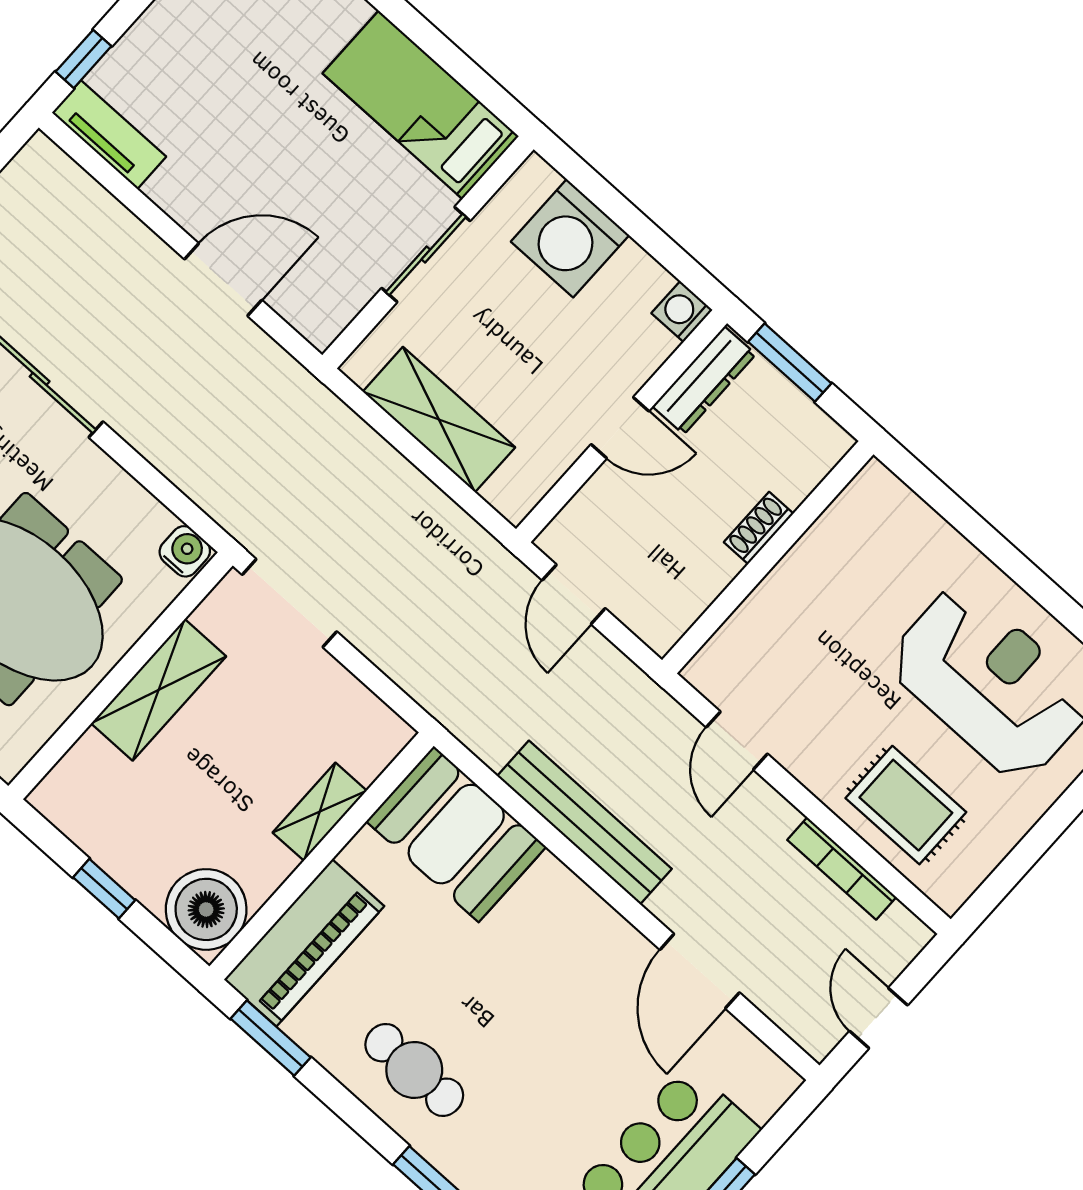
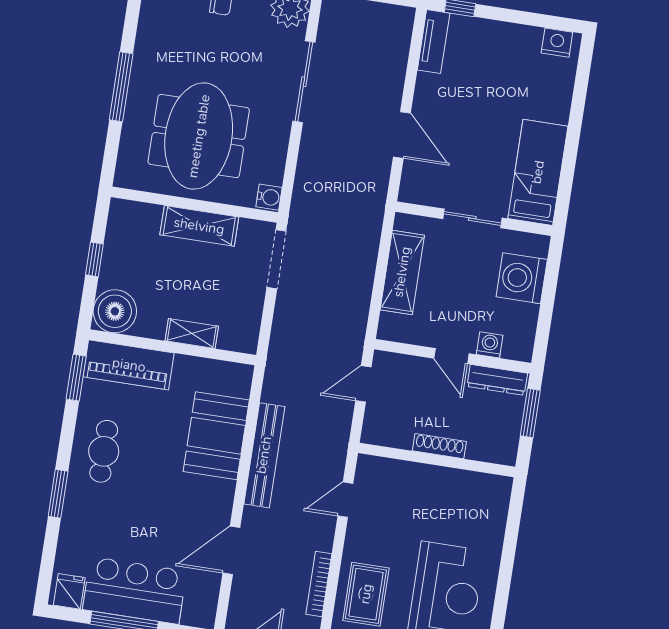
washing machine: (682, 312) -> (490, 345), moved
shoe rack: (759, 528) -> (439, 446), width x1.43
booth: (456, 834) -> (216, 436), moved

